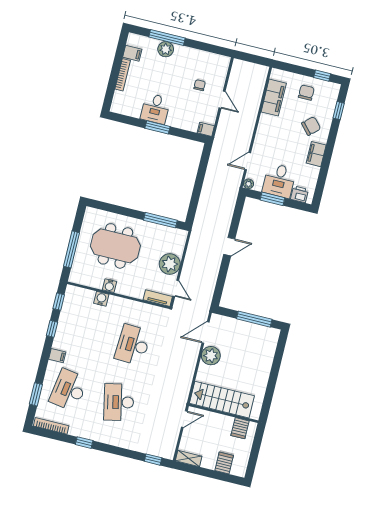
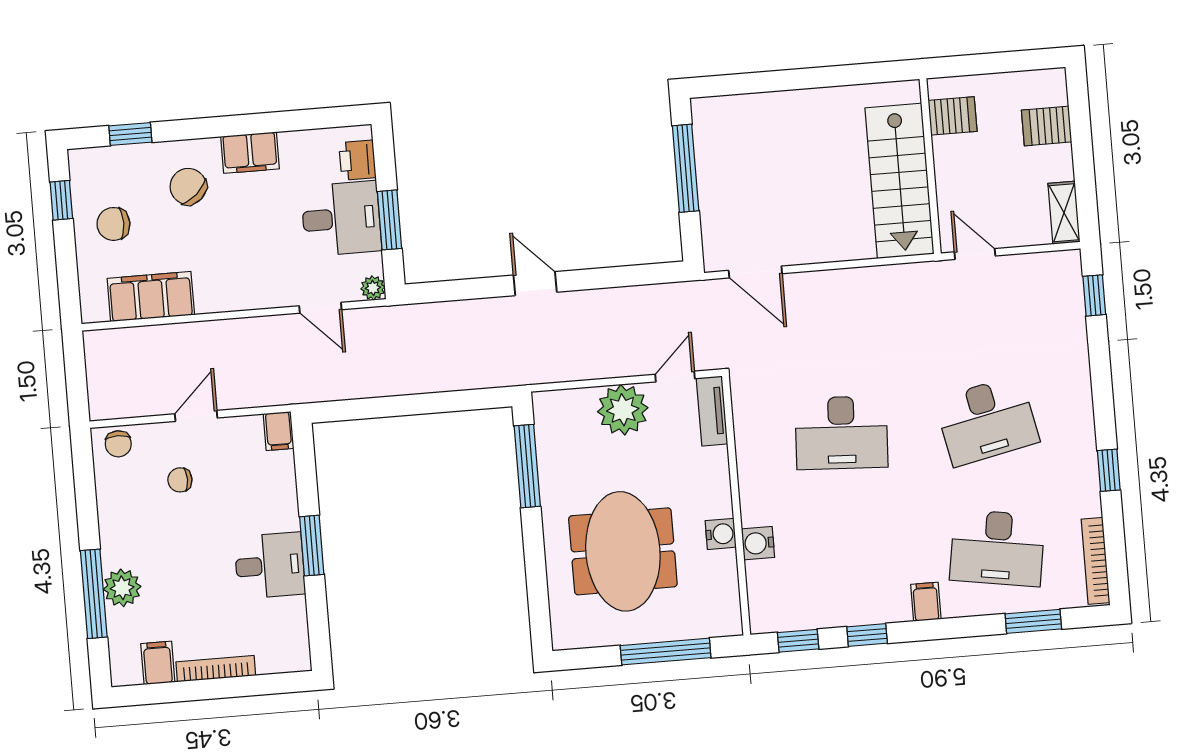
chair: (221, 66) -> (118, 444), added
plant: (211, 356) -> (805, 241), removed

